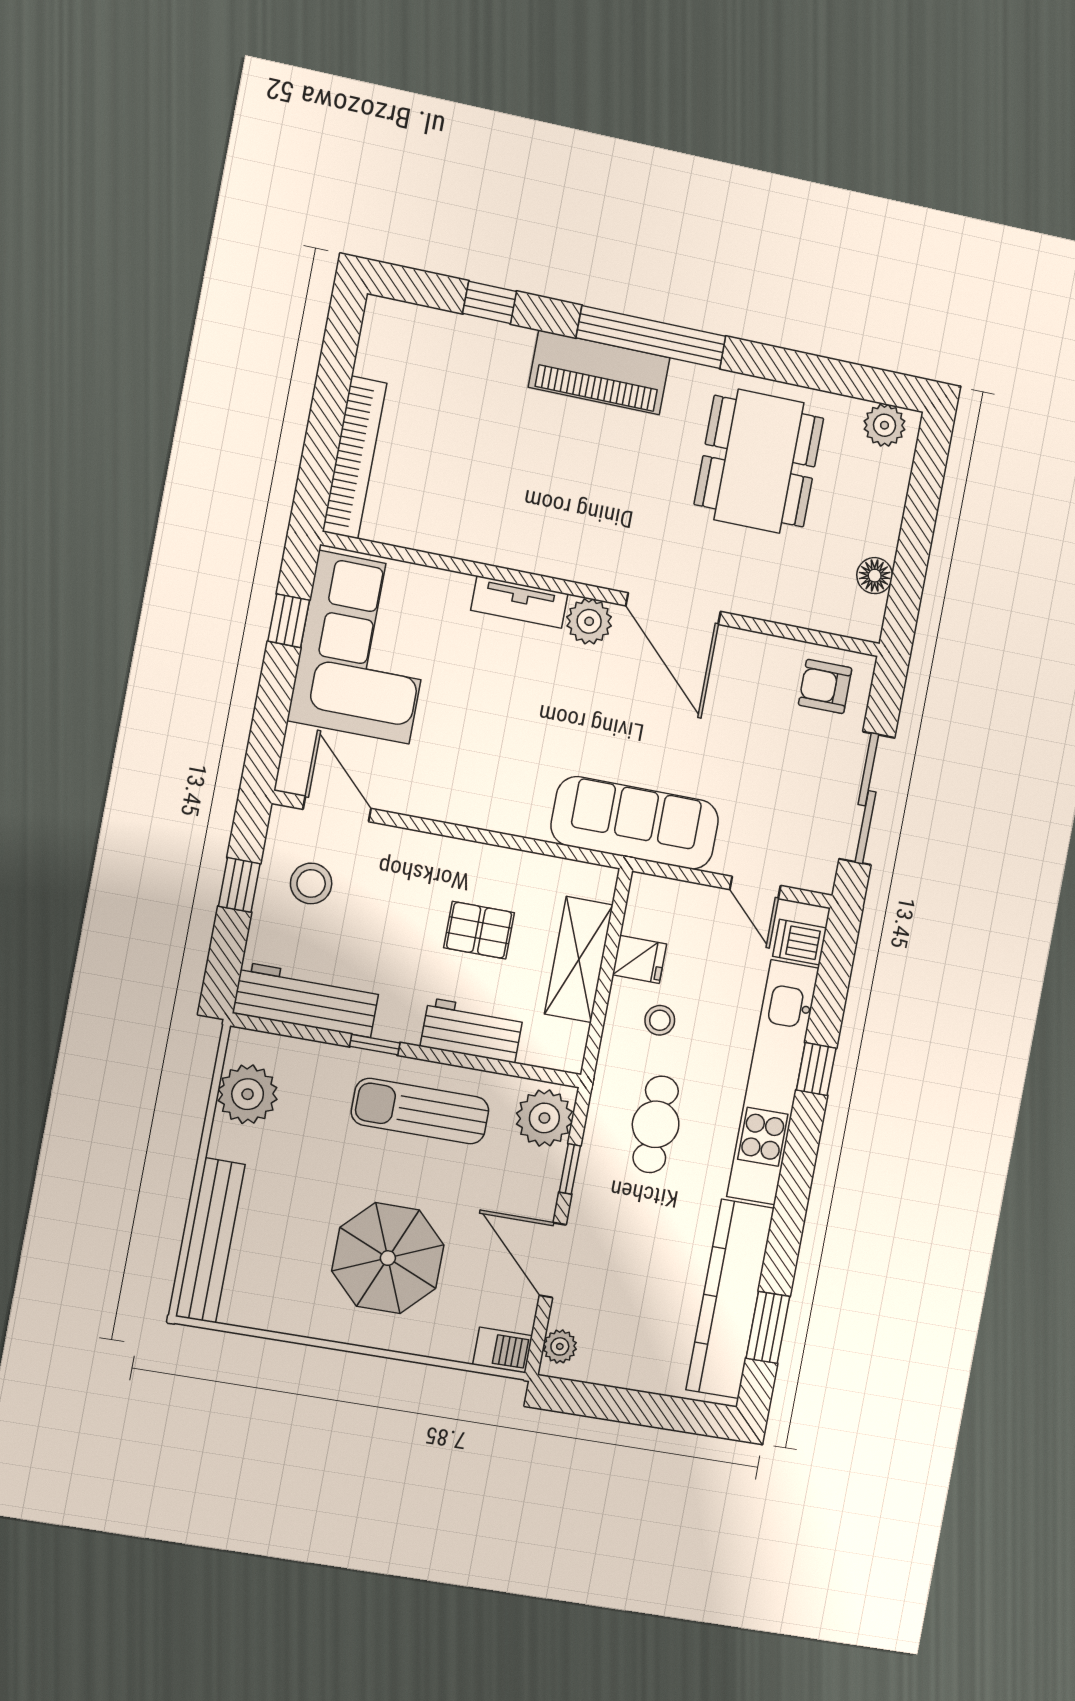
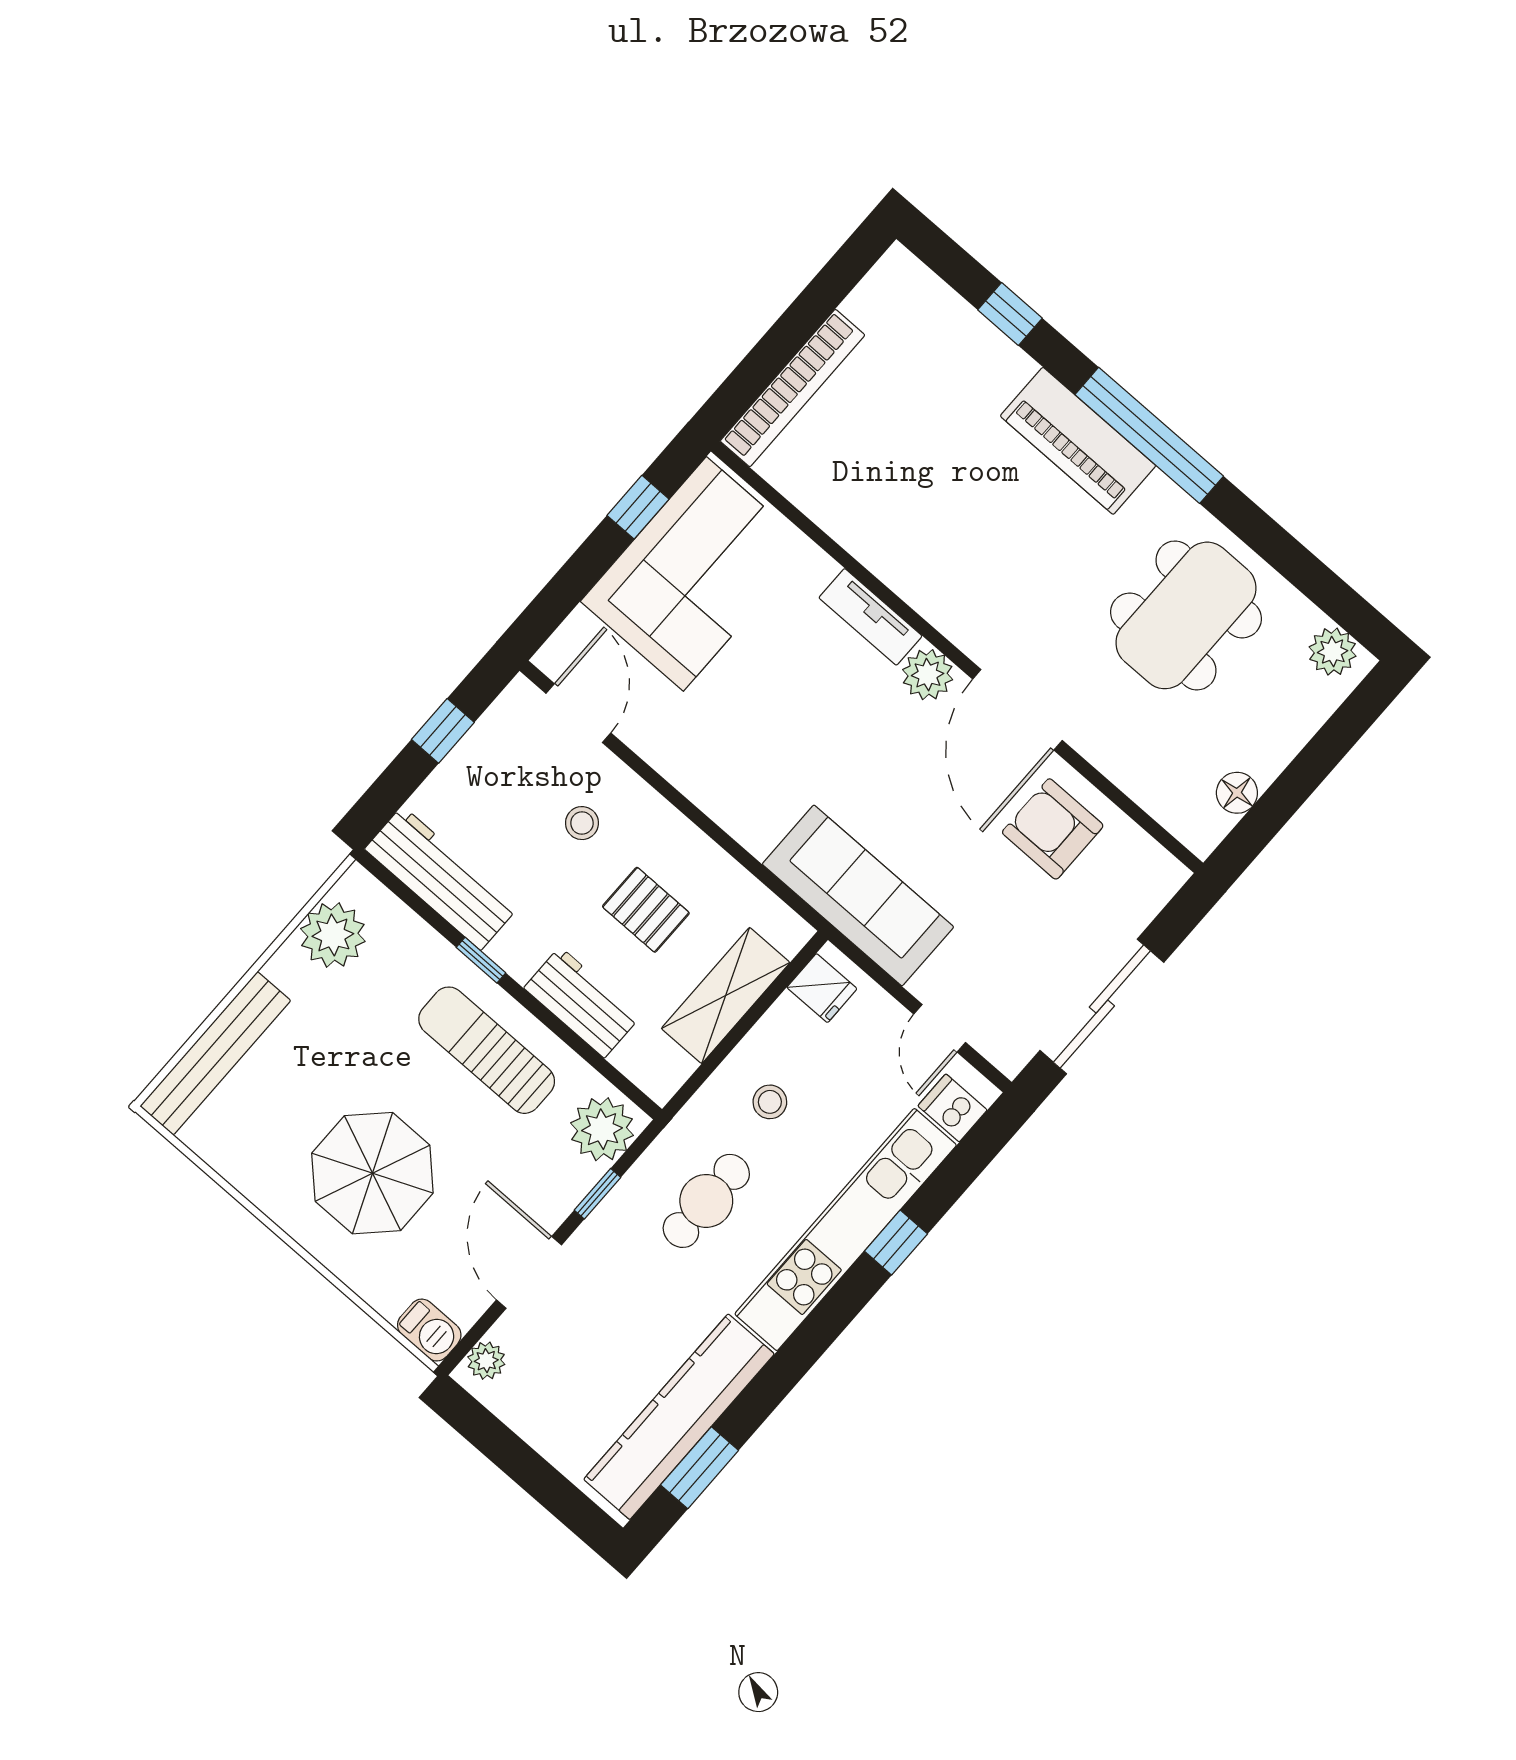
armchair: (825, 686) -> (1053, 829), moved, width x1.38, depth x1.38
stool: (311, 883) -> (582, 823), moved, width x0.73, depth x0.73
fridge: (639, 959) -> (822, 988), moved

